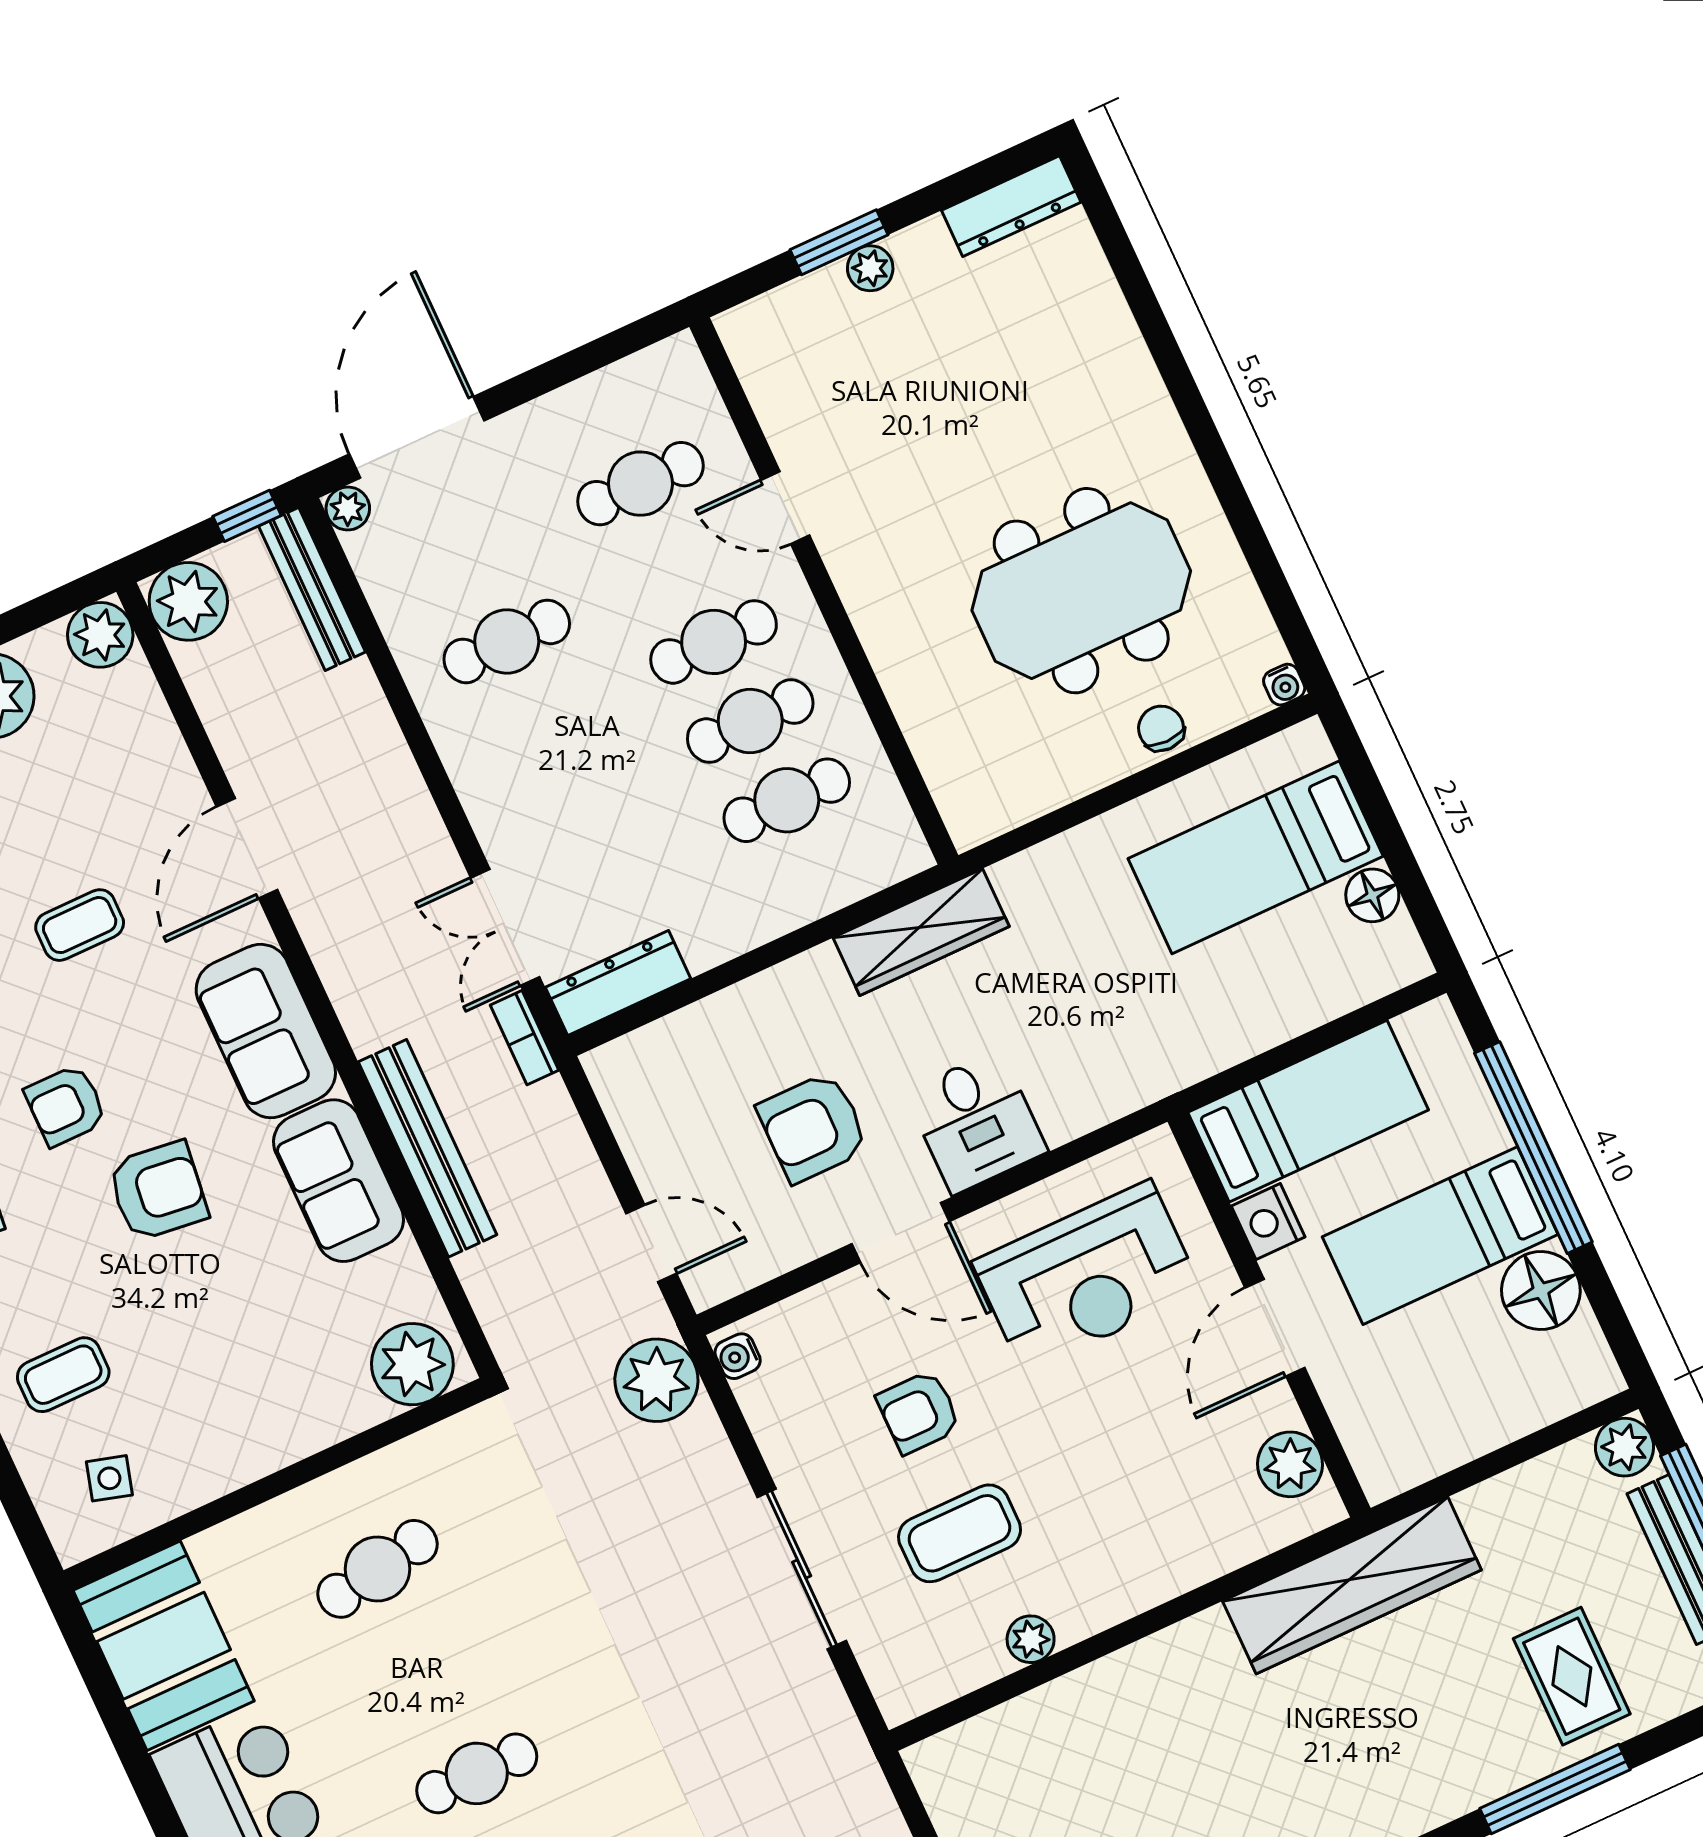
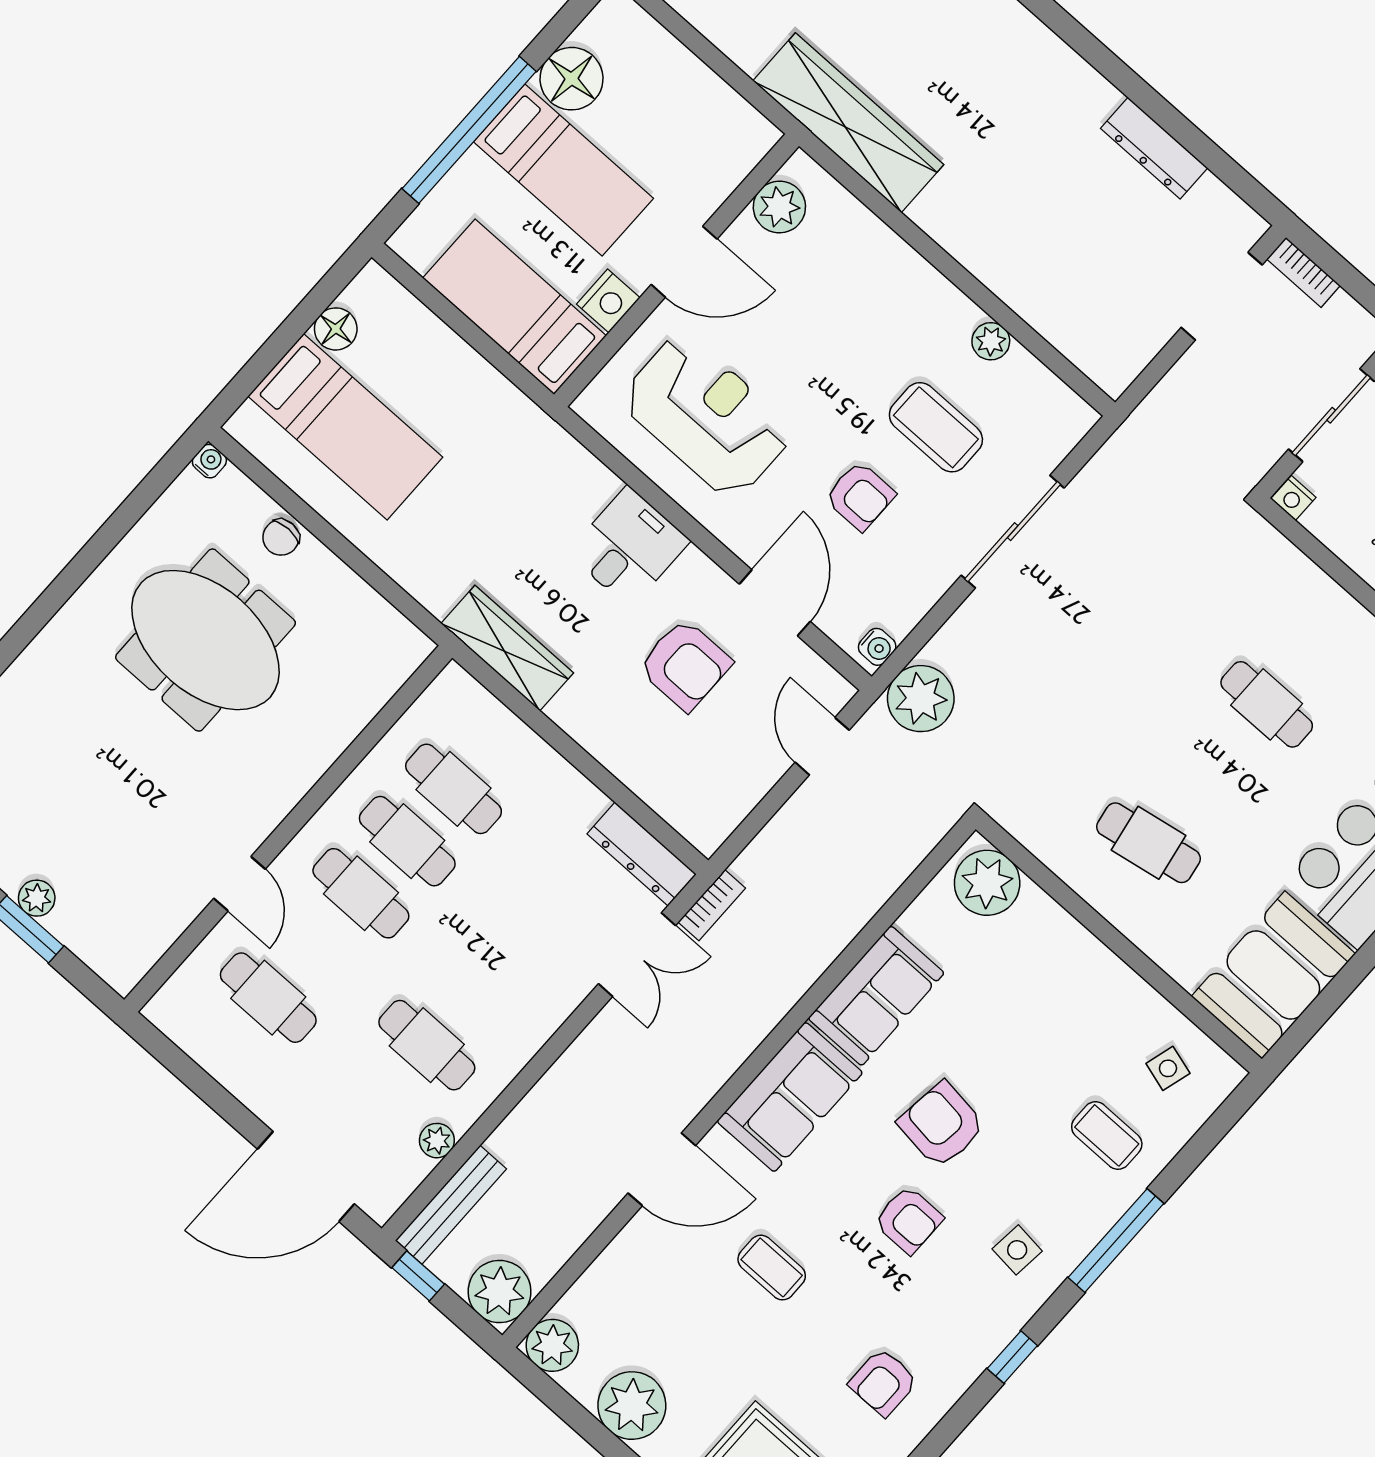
plant: (348, 509) -> (437, 1141), moved
bench: (427, 1148) -> (824, 941), removed
door: (901, 1233) -> (775, 603), moved

